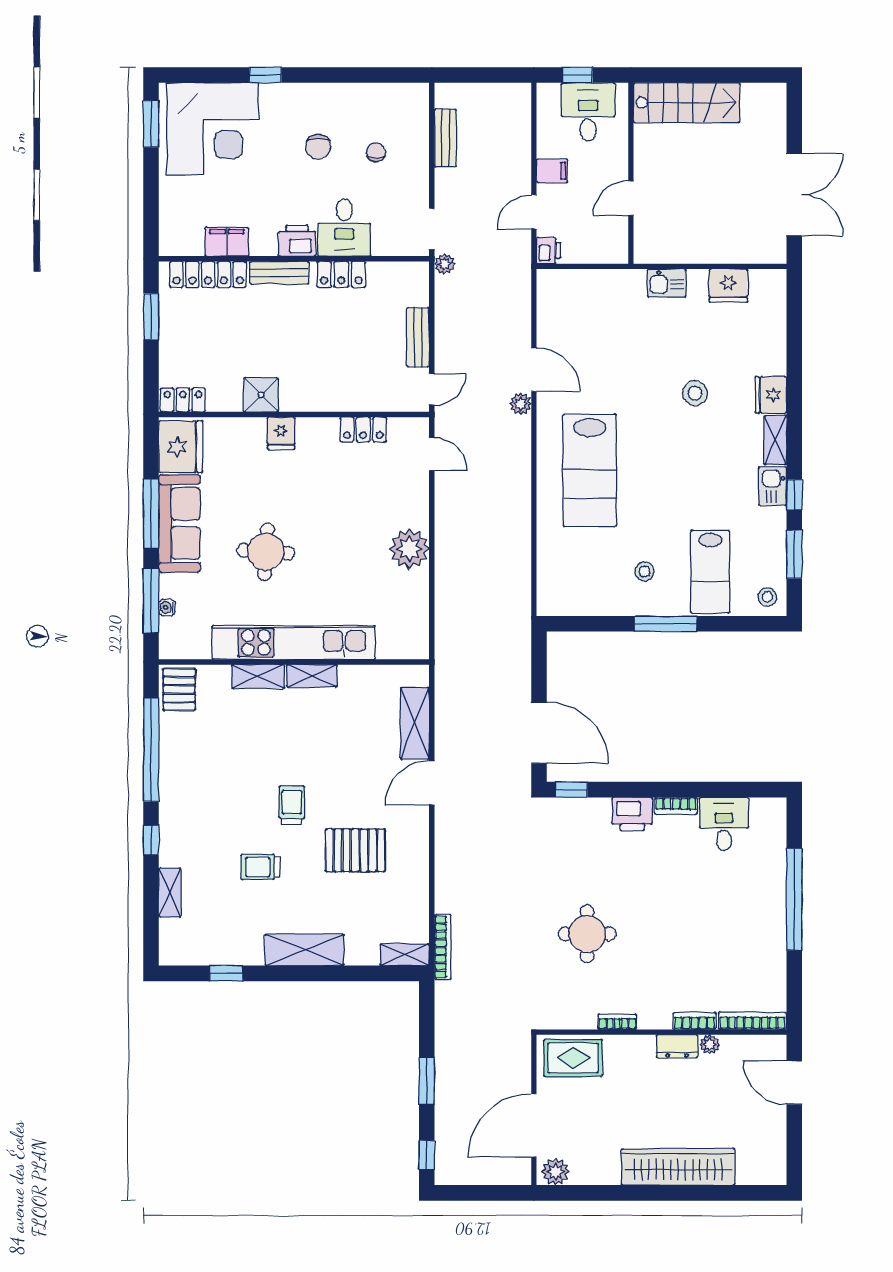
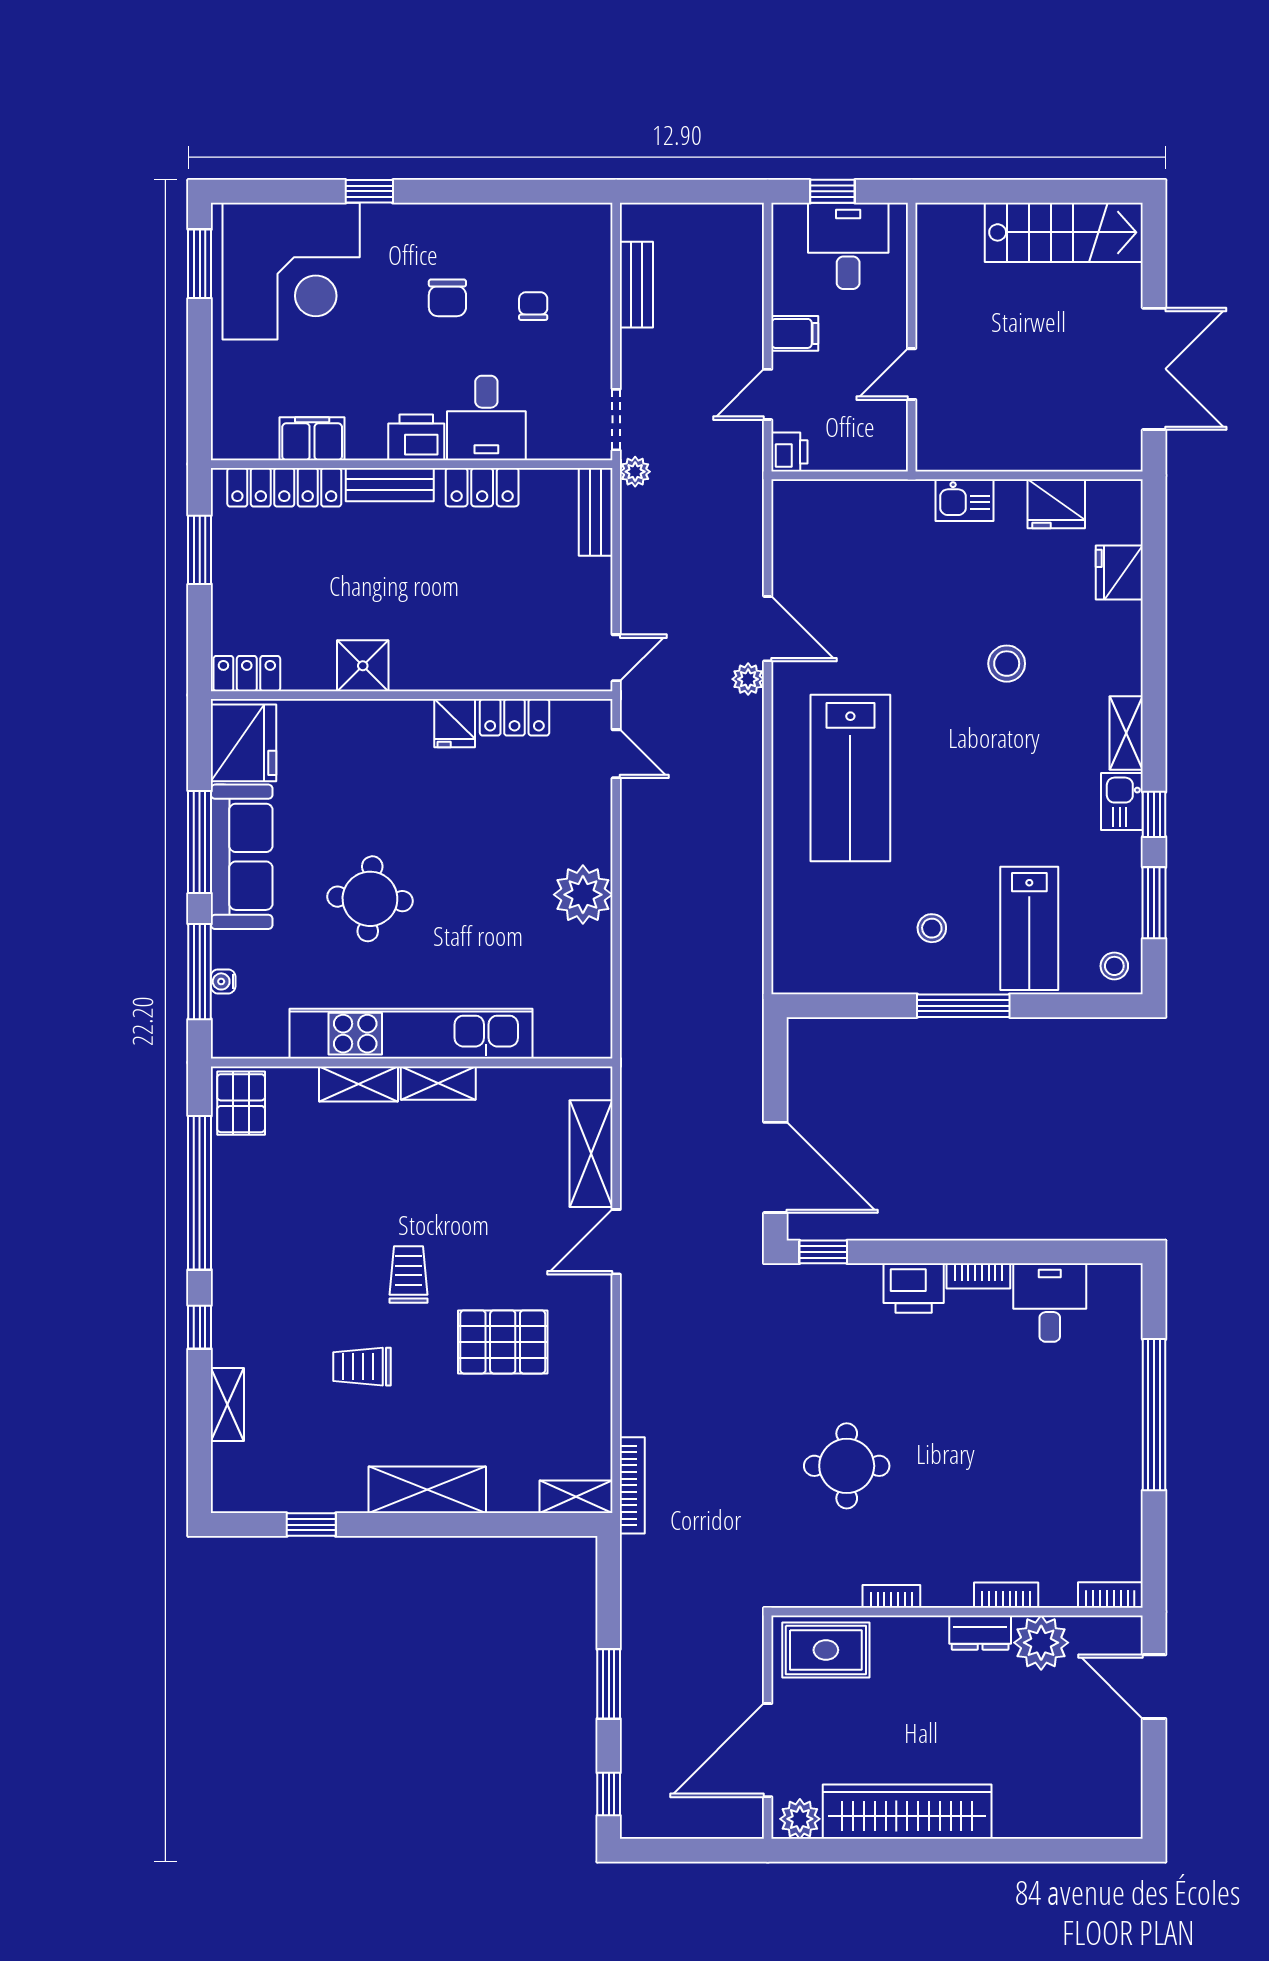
stairs: (687, 103) -> (1064, 232), moved
bench: (418, 337) -> (596, 512), moved
fridge: (771, 395) -> (1119, 572), moved
fridge: (281, 433) -> (455, 723), moved
bookcase: (753, 1021) -> (1110, 1595), width x0.64
plant: (709, 1044) -> (1041, 1643), width x1.88, depth x1.88
wardrobe: (678, 1167) -> (907, 1812), moved

